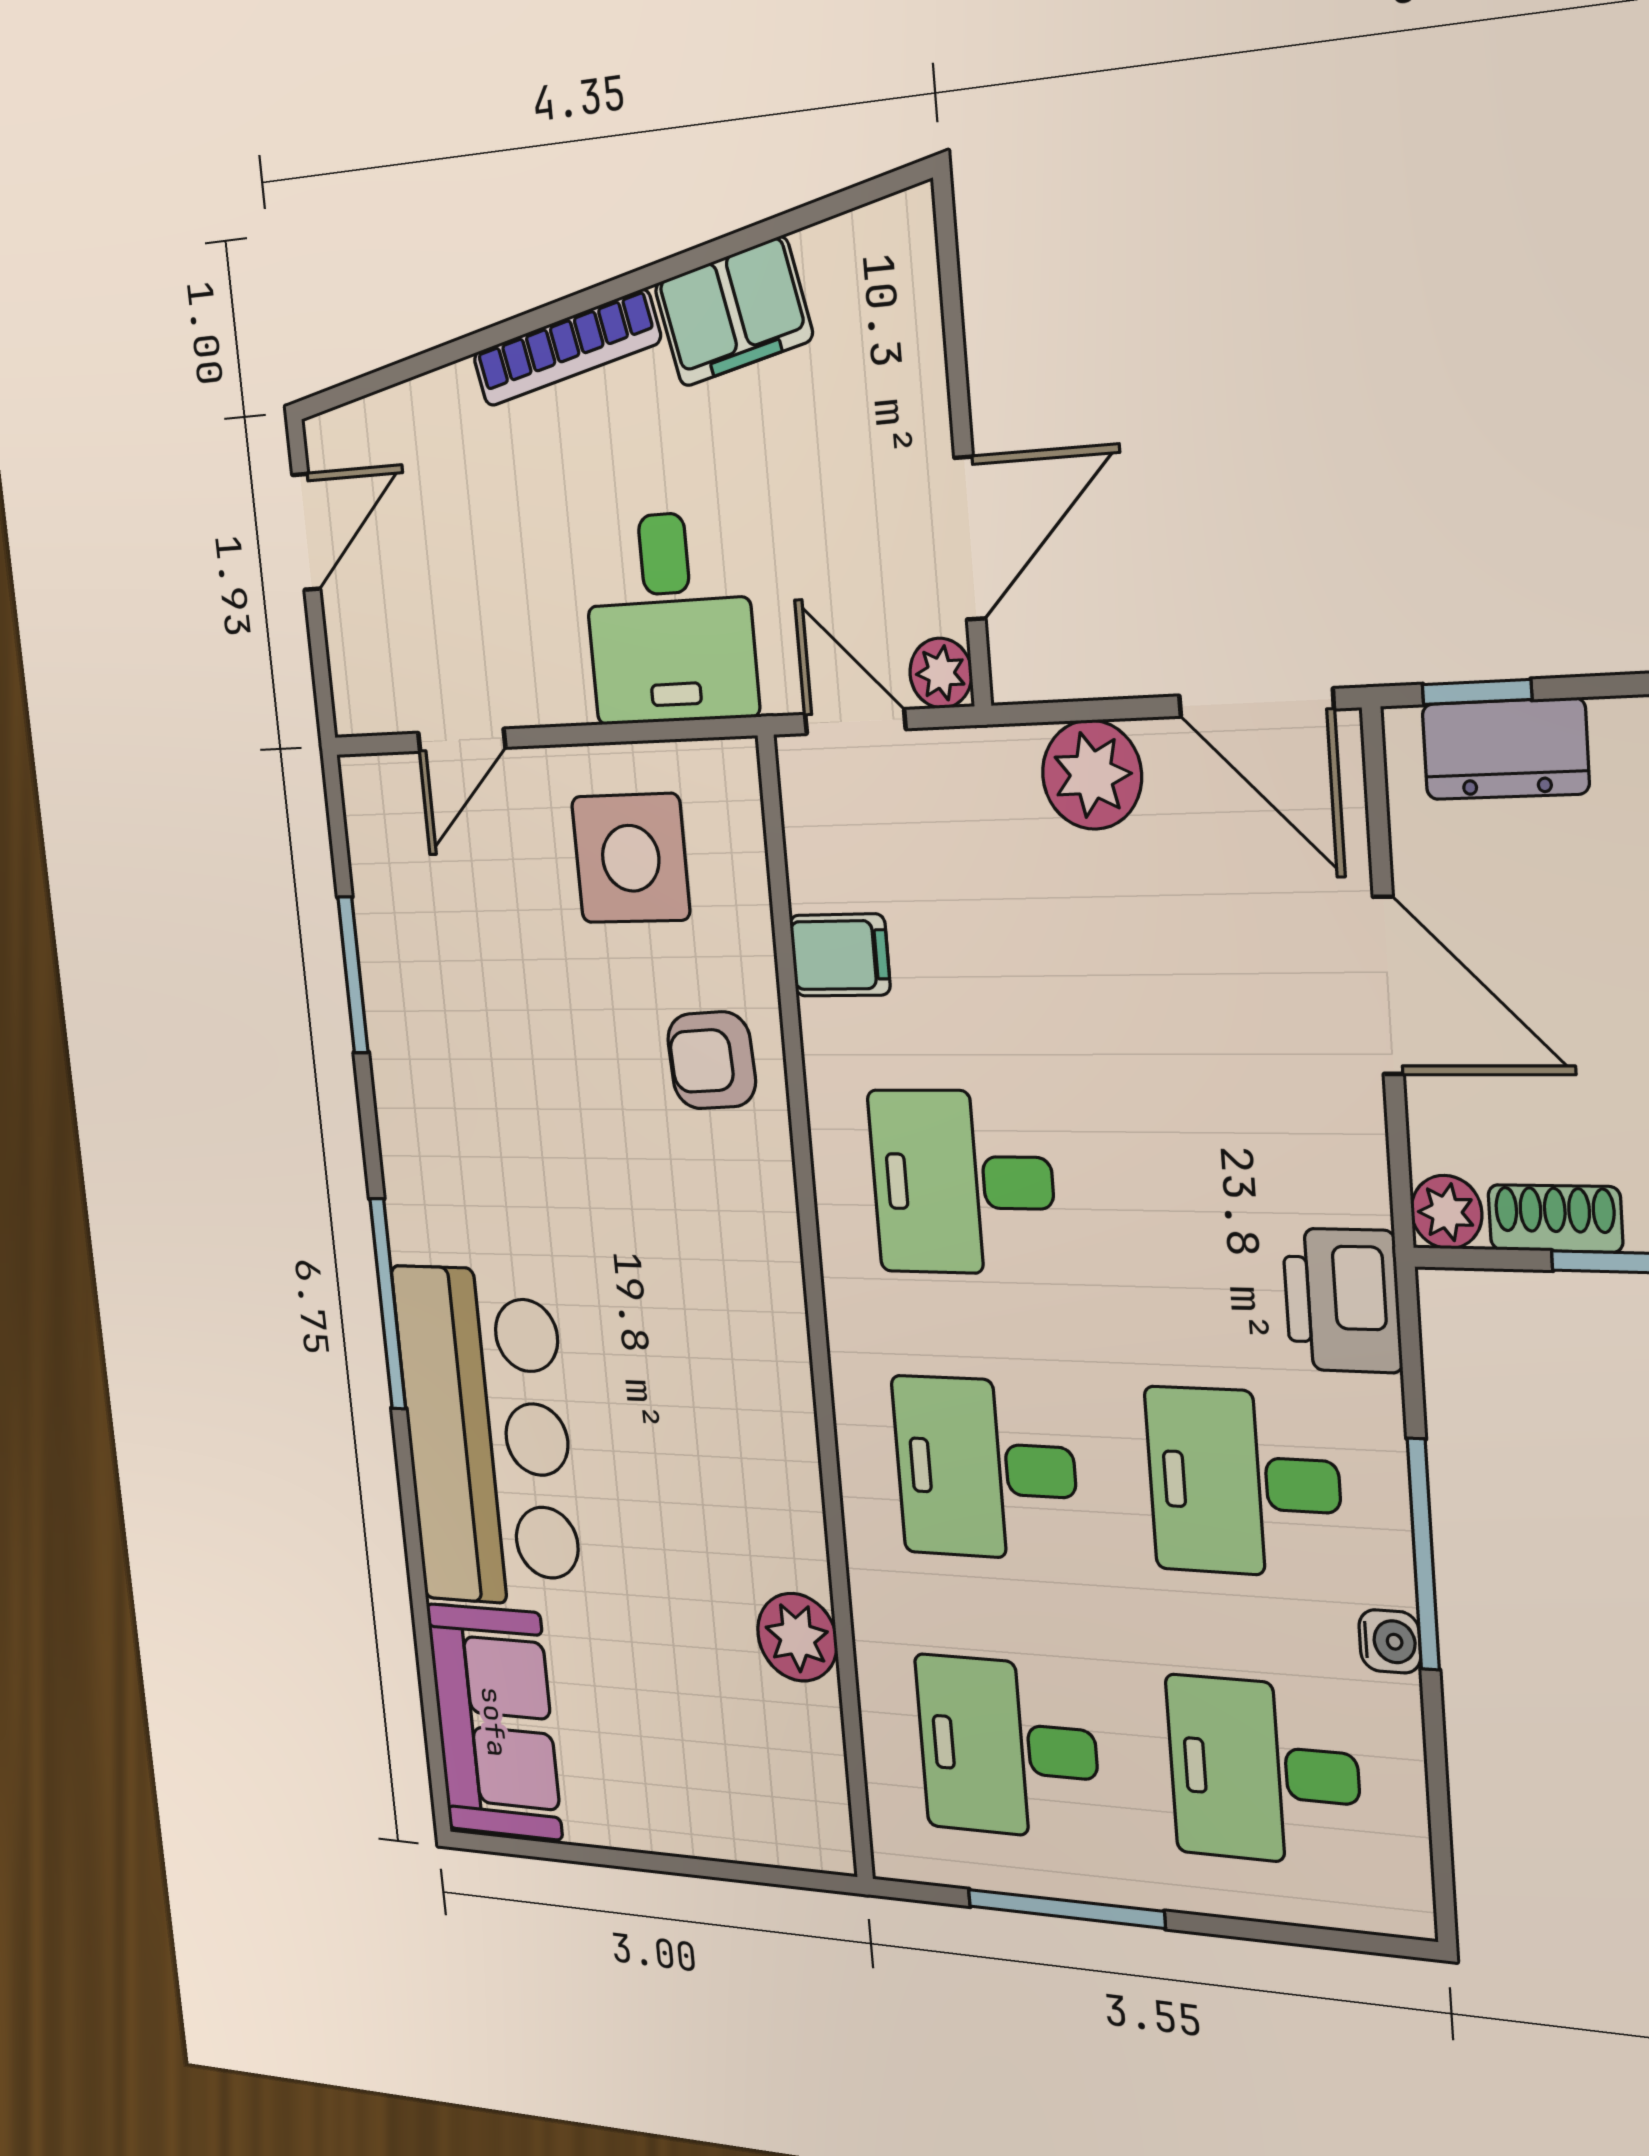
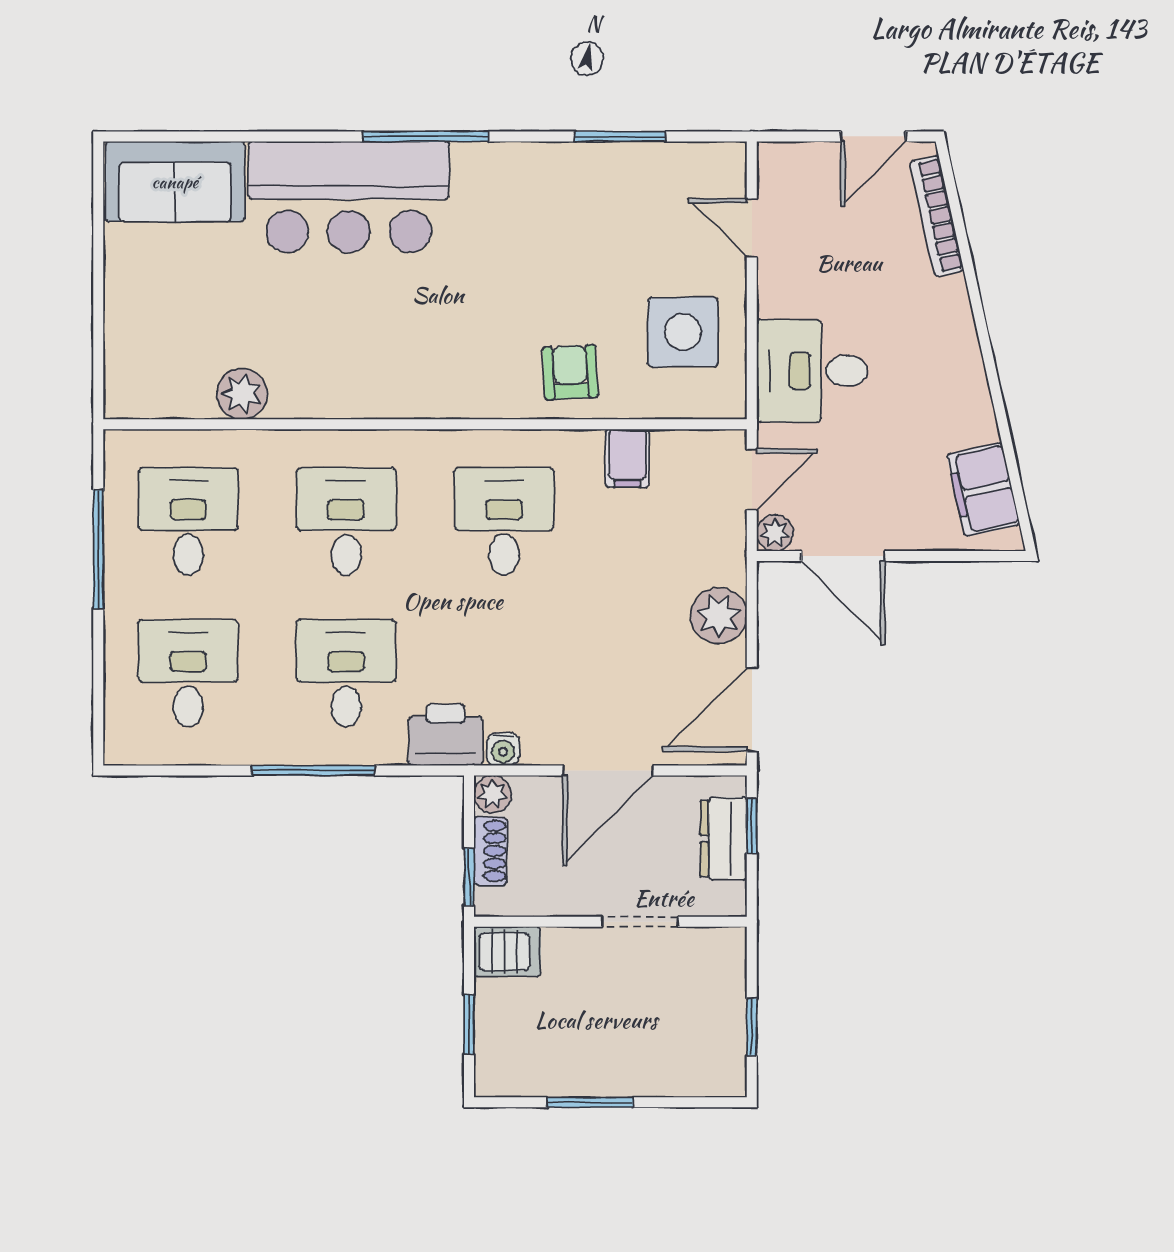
filing cabinet: (733, 312) -> (983, 490), moved
bookcase: (566, 348) -> (937, 216), moved
door: (306, 532) -> (873, 136), hinge flipped
water cooler: (1390, 1641) -> (503, 749), moved

